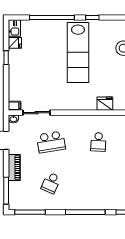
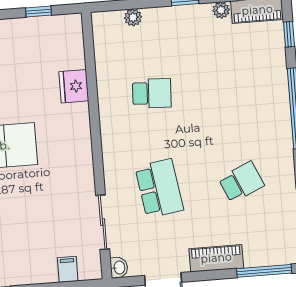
filing cabinet: (14, 106) -> (68, 269), moved
school desk: (51, 183) -> (241, 182), turned -48

